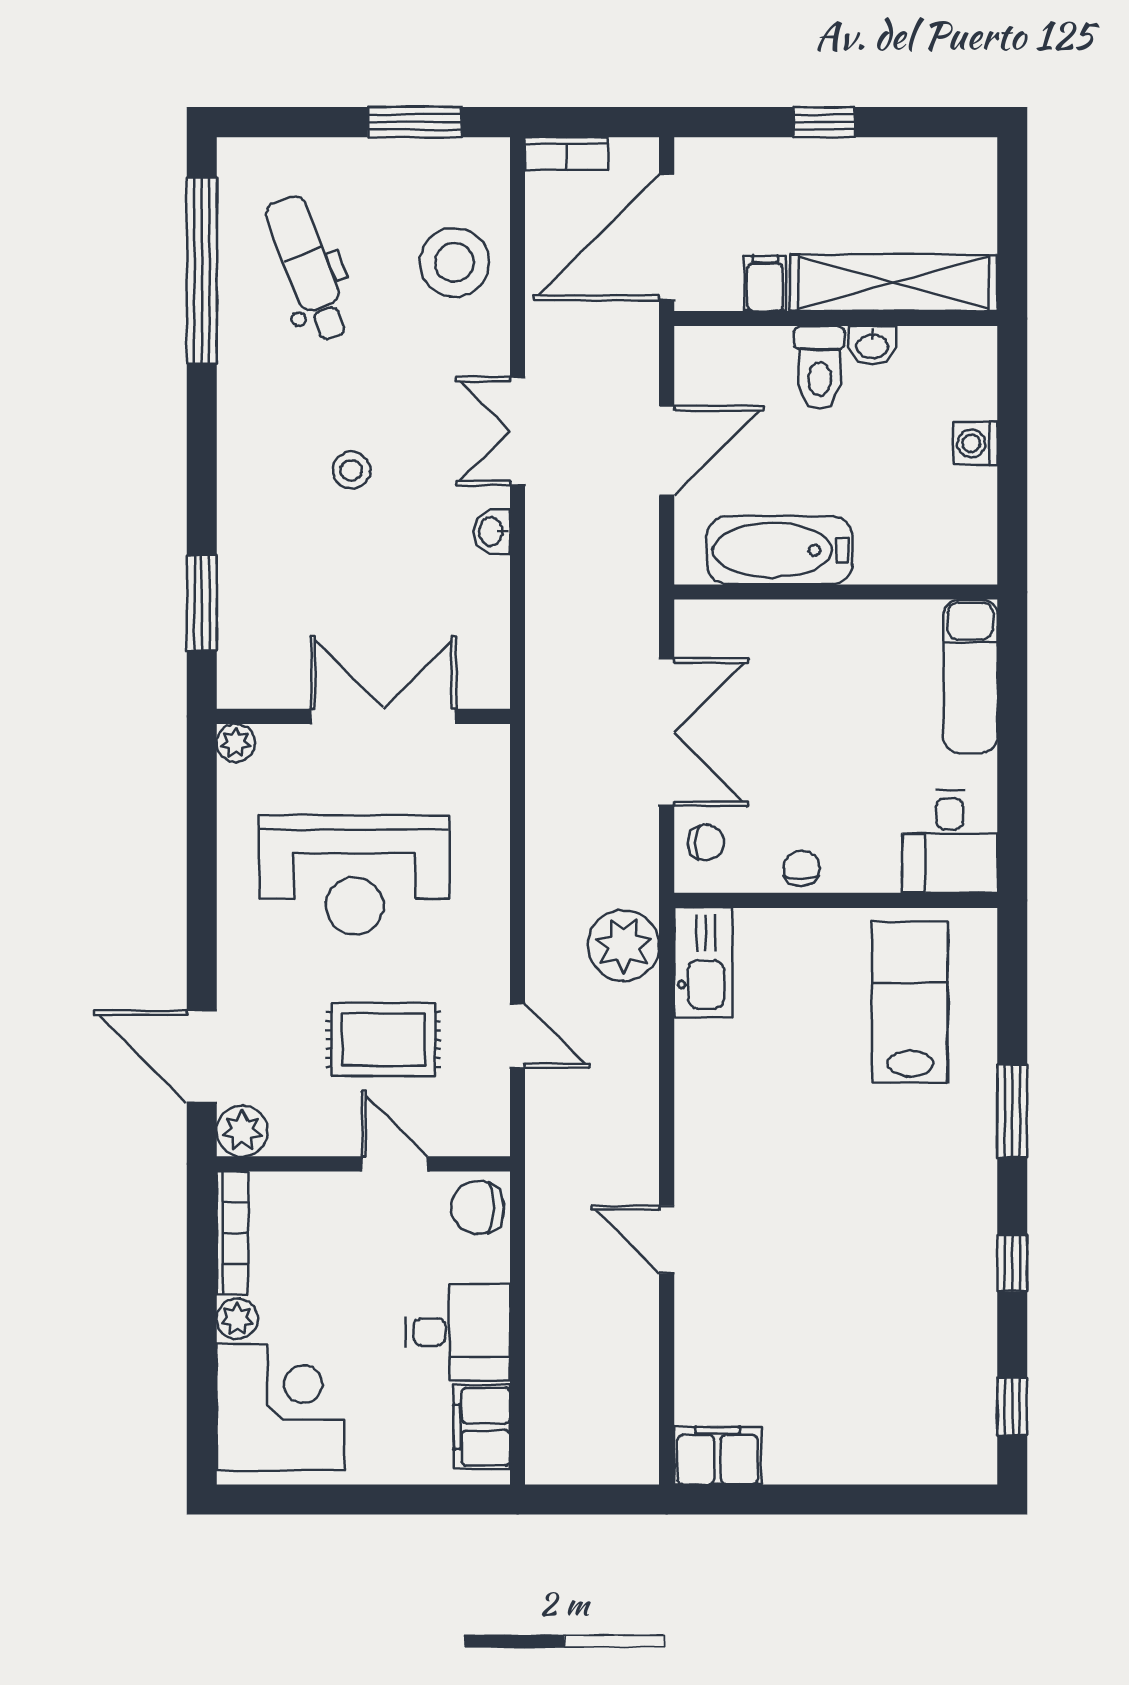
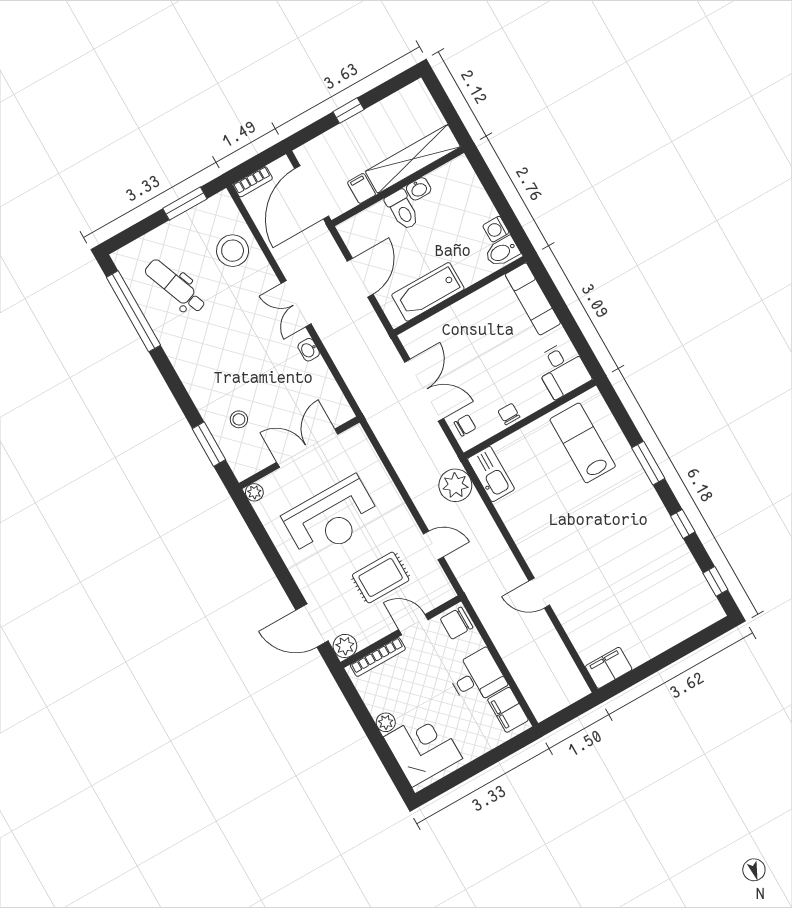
washing machine: (976, 443) -> (496, 229), moved
stool: (351, 470) -> (239, 419), moved
bidet: (963, 554) -> (502, 252), added
bookcase: (232, 1233) -> (378, 657), moved, turned 90

